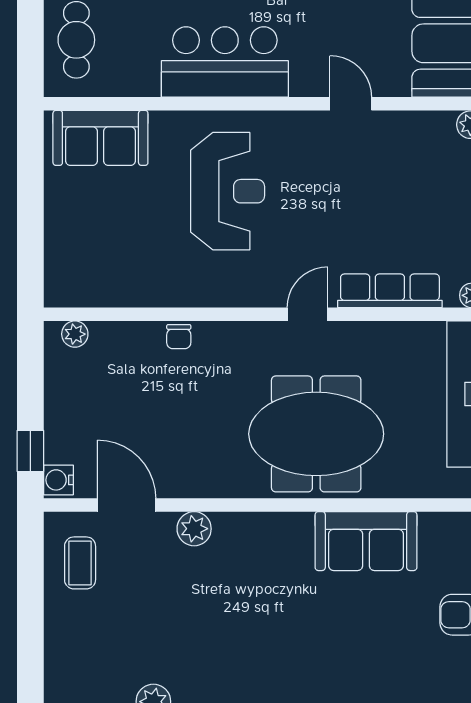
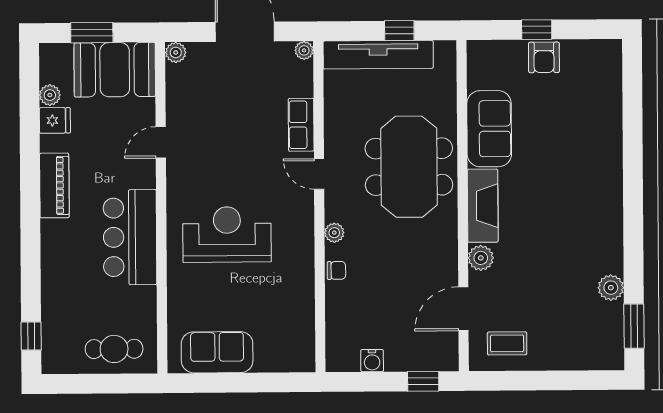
sofa: (100, 138) -> (217, 352), moved, turned -90
row of seats: (390, 291) -> (301, 125), width x0.68
plant: (75, 334) -> (334, 233), moved
water cooler: (58, 480) -> (372, 361), moved
fireplace: (264, 532) -> (483, 206), added

